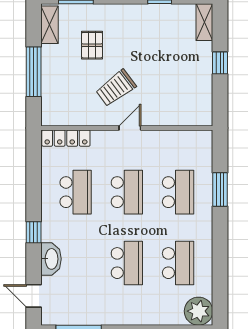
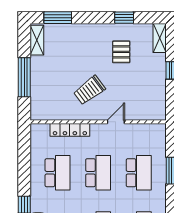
pallet: (92, 45) -> (121, 52), moved
door: (130, 128) -> (116, 122), moved
locker: (66, 138) -> (70, 130), moved

